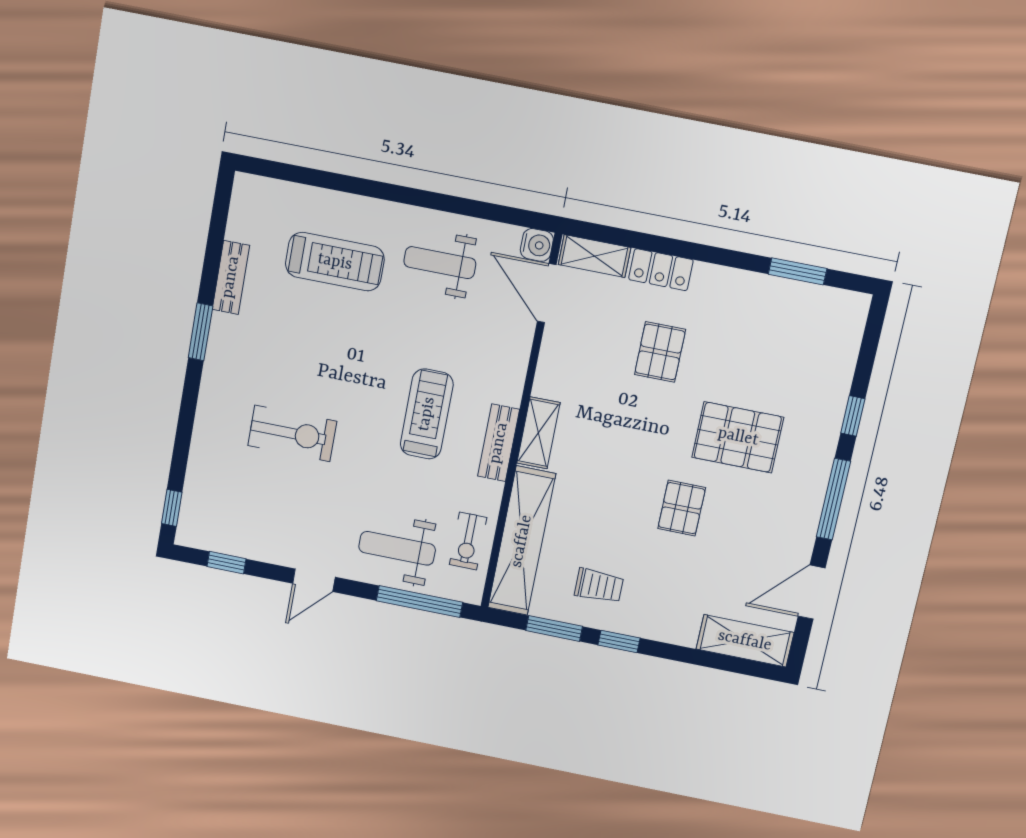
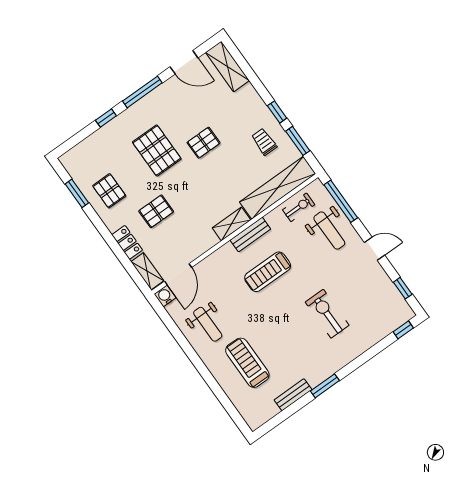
pallet: (754, 318) -> (109, 191), added

